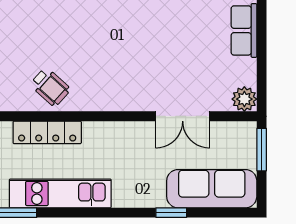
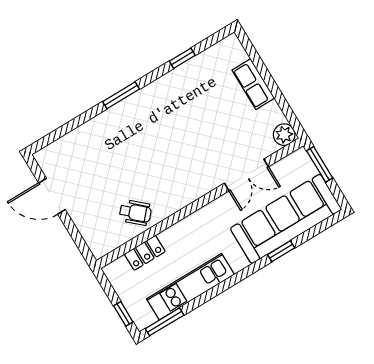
locker: (47, 132) -> (145, 253), width x0.66
sofa: (212, 189) -> (286, 219), width x1.36, depth x1.27

